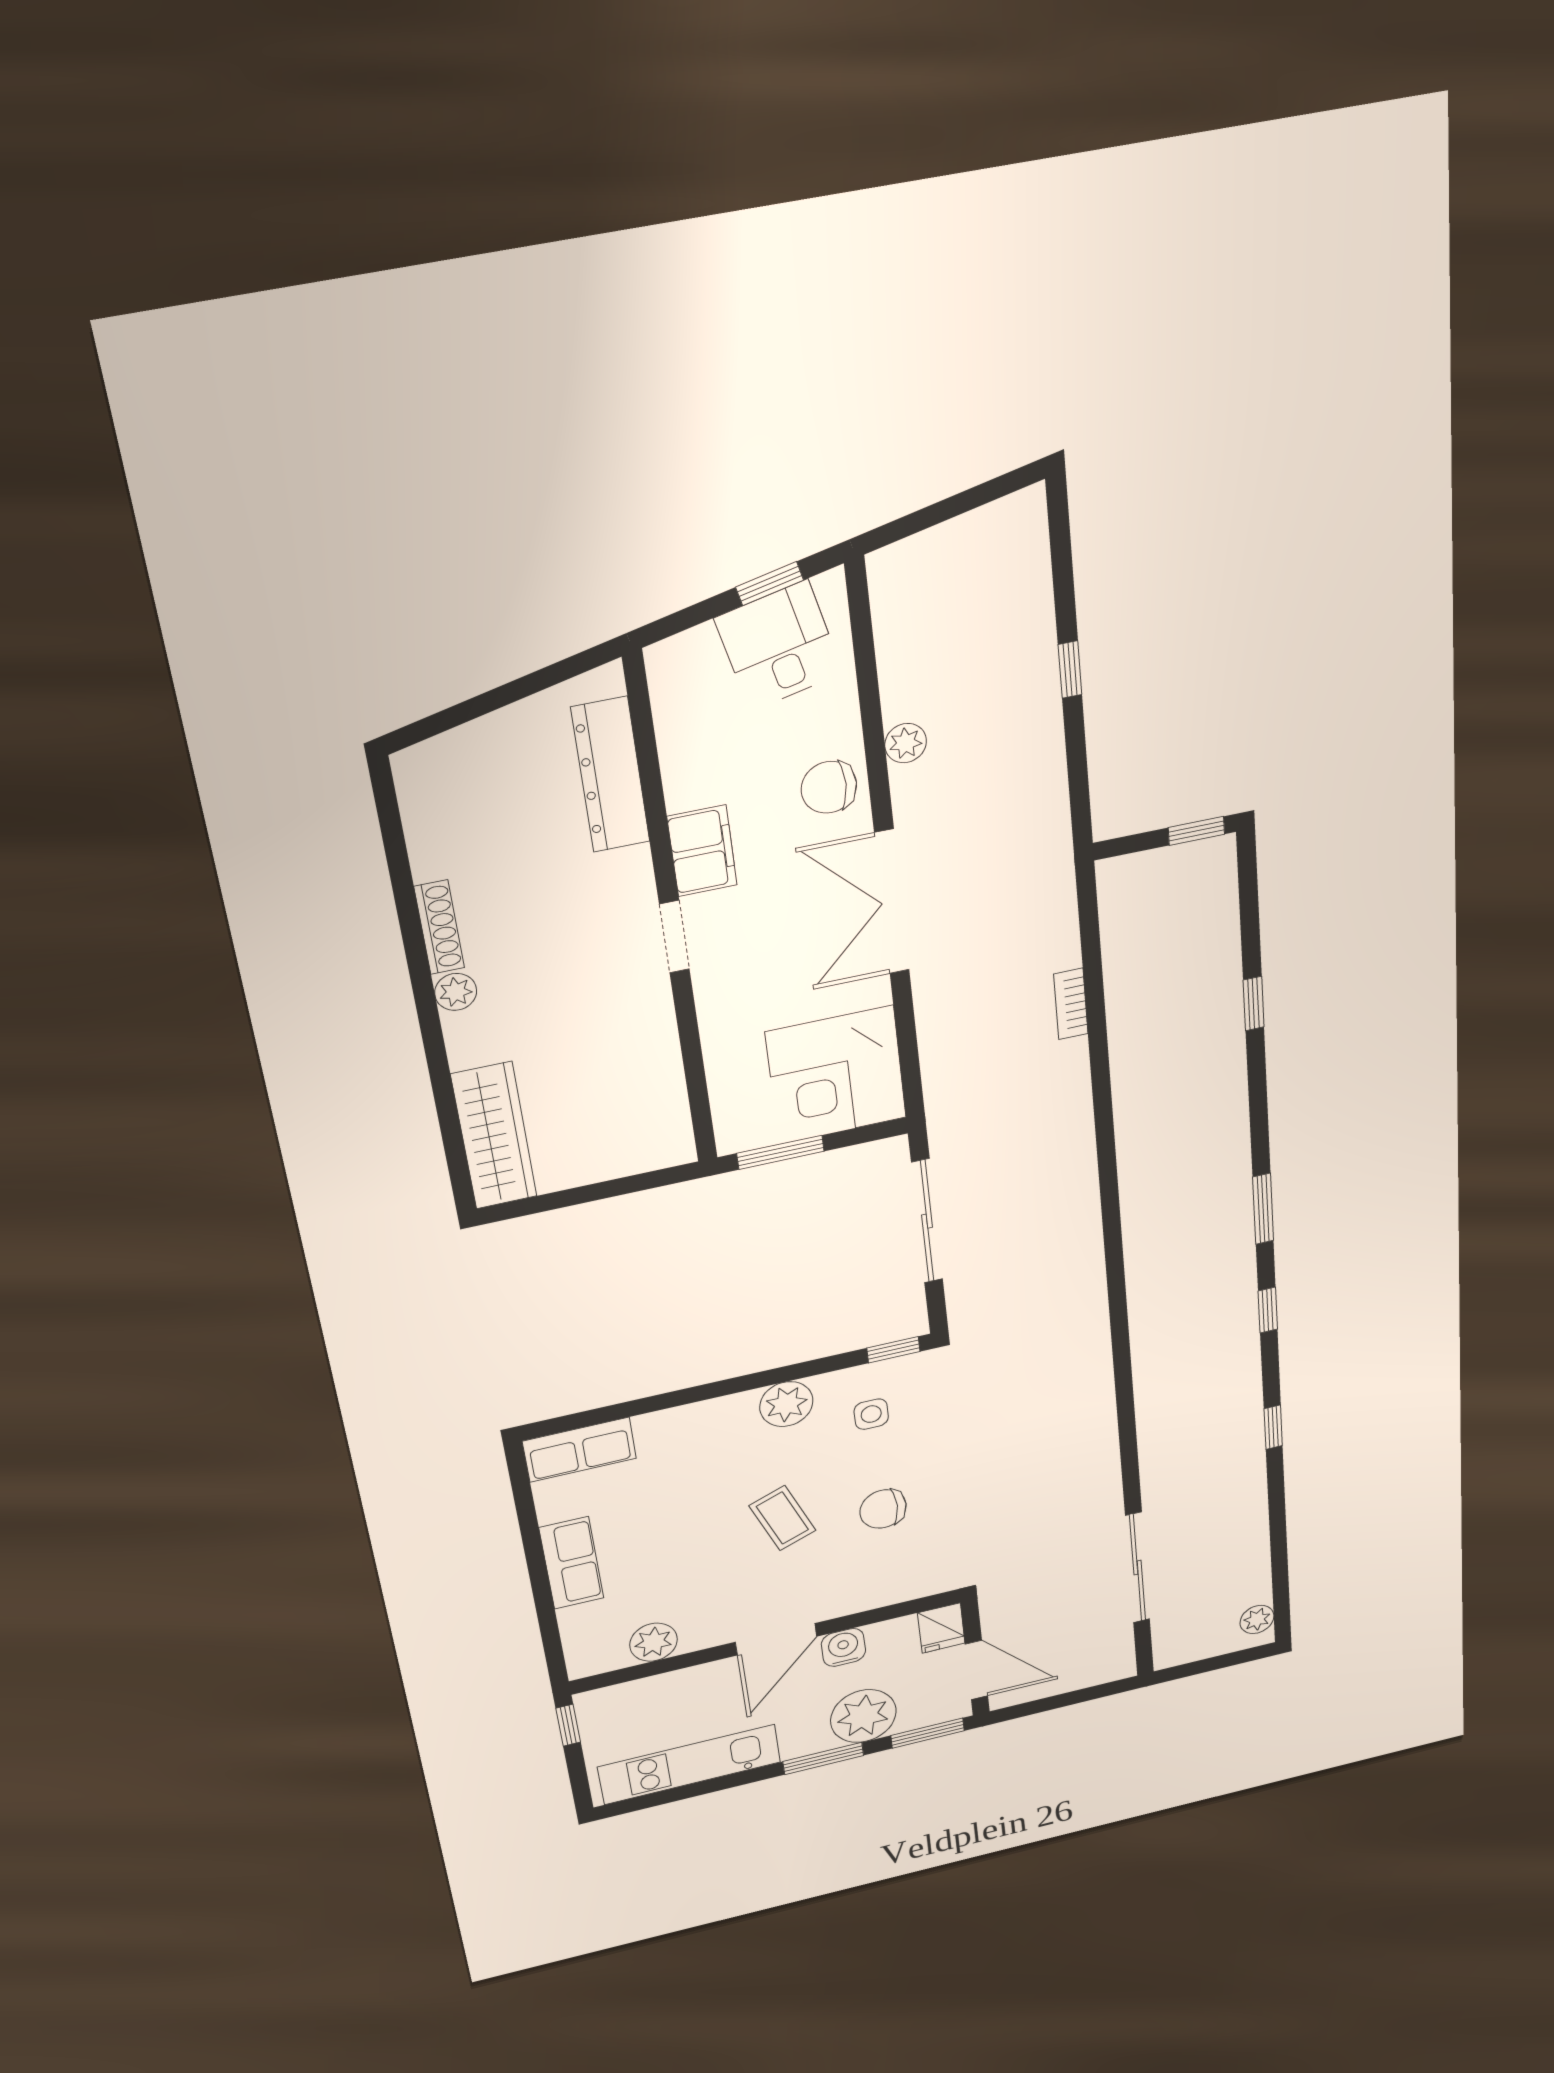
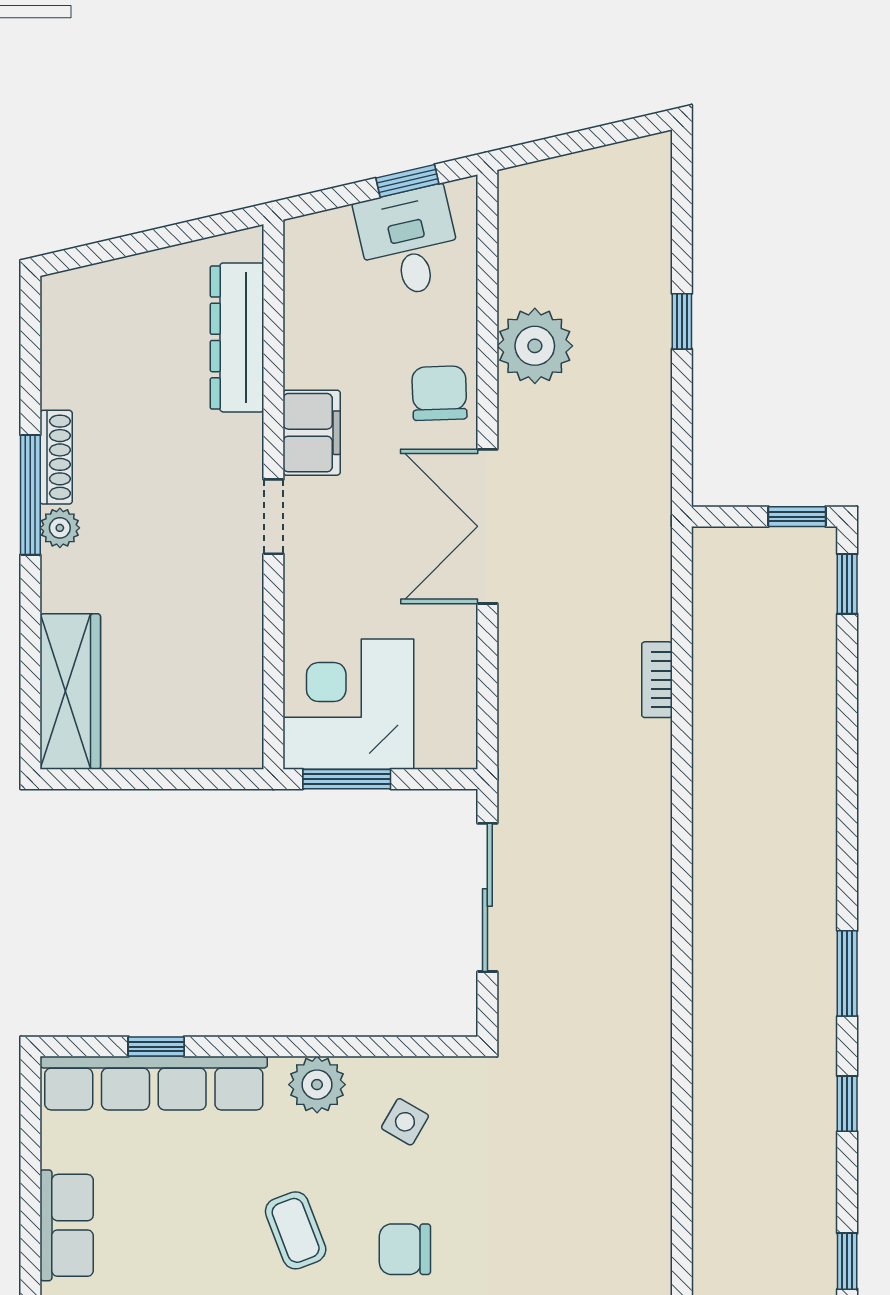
plant: (906, 743) -> (535, 346), width x1.88, depth x1.88
chair: (829, 787) -> (439, 393), turned 87
window: (419, 968) -> (30, 495), added
window: (1254, 1004) -> (847, 584), moved
corner desk: (836, 1075) -> (348, 704), moved, turned 90
window: (893, 1350) -> (156, 1047), moved
side table: (871, 1414) -> (405, 1122), turned 30
row of seats: (580, 1450) -> (154, 1083), width x2.02

